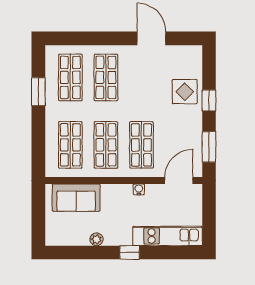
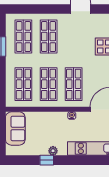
sofa: (76, 198) -> (15, 128), moved, turned -90
plant: (96, 239) -> (53, 151), moved
window: (130, 252) -> (47, 160), moved

